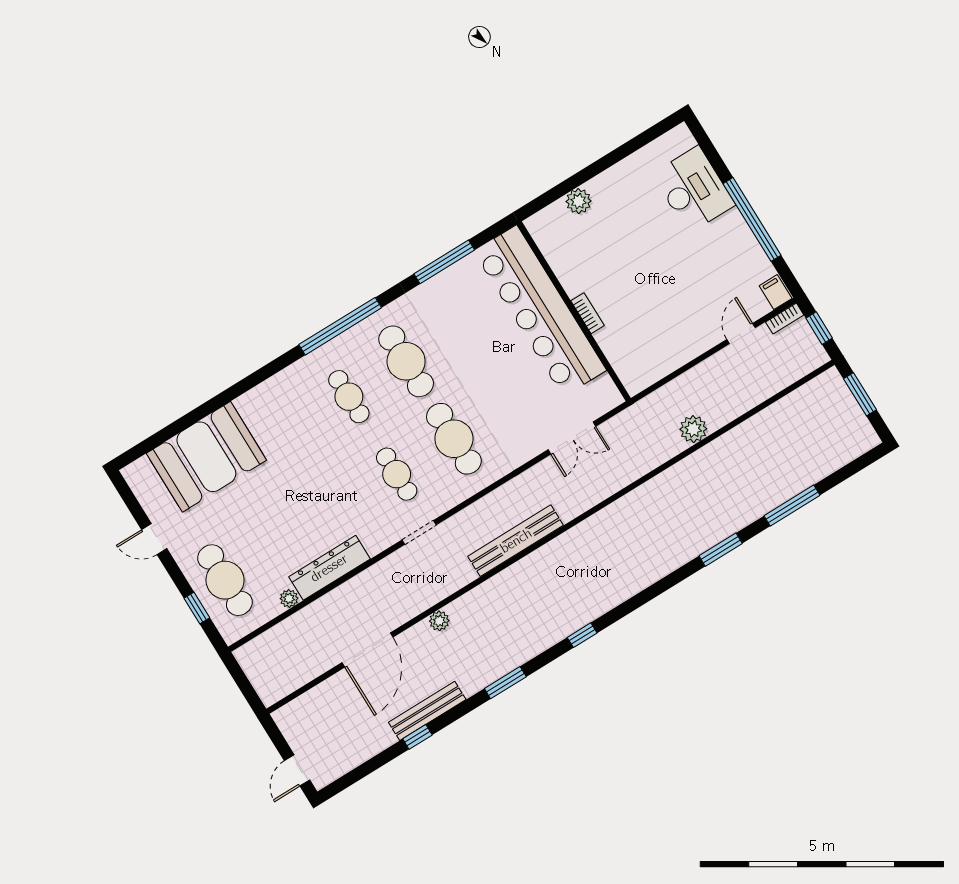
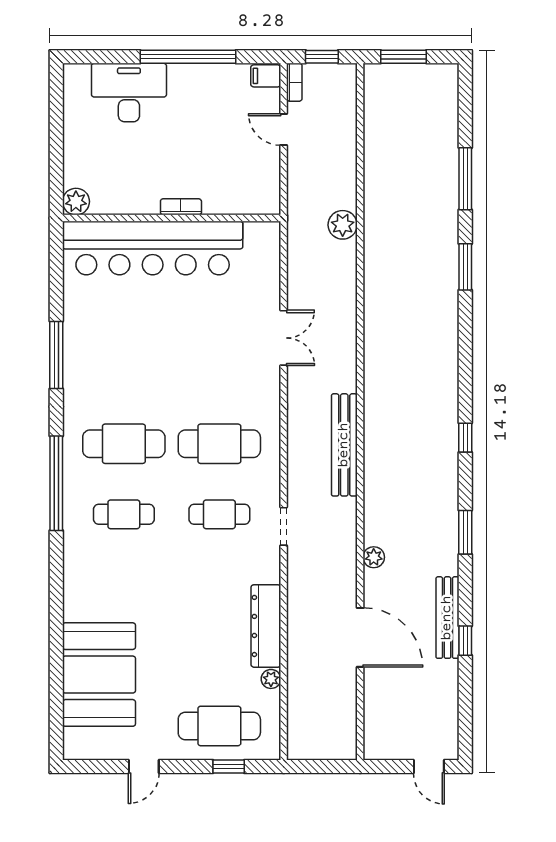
bar counter: (540, 311) -> (153, 248), moved
wall: (574, 311) -> (172, 218), moved
bookcase: (588, 313) -> (181, 207), moved

